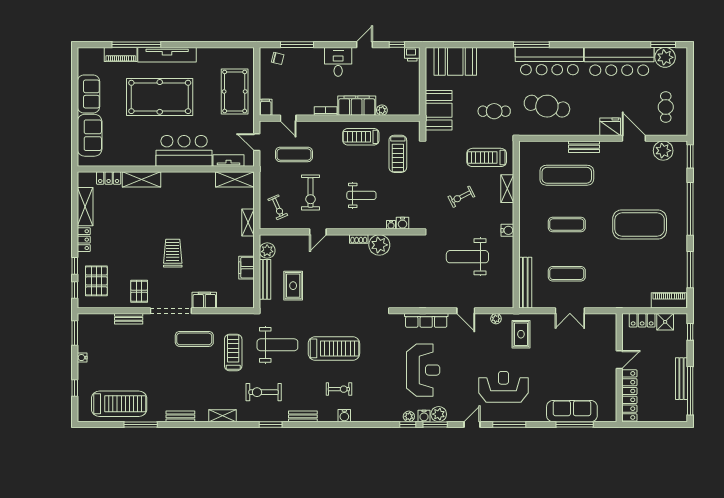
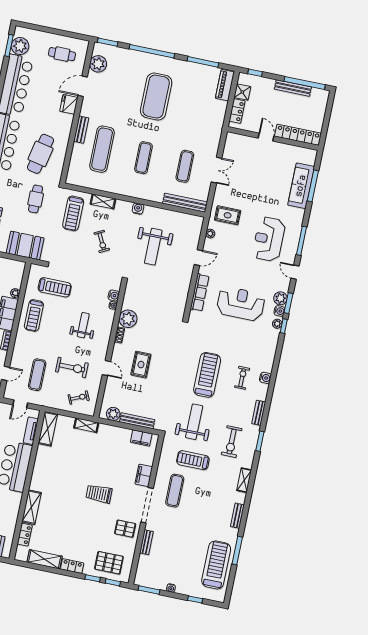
filing cabinet: (246, 268) -> (141, 438), moved
rug: (293, 286) -> (141, 365), moved, turned 90

